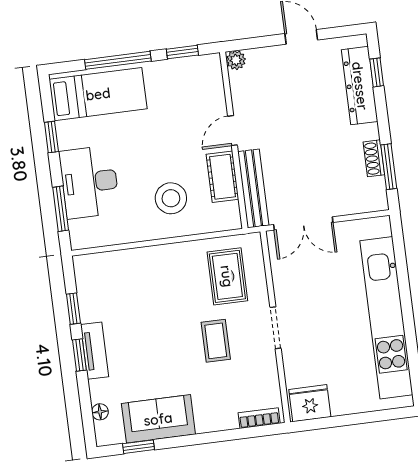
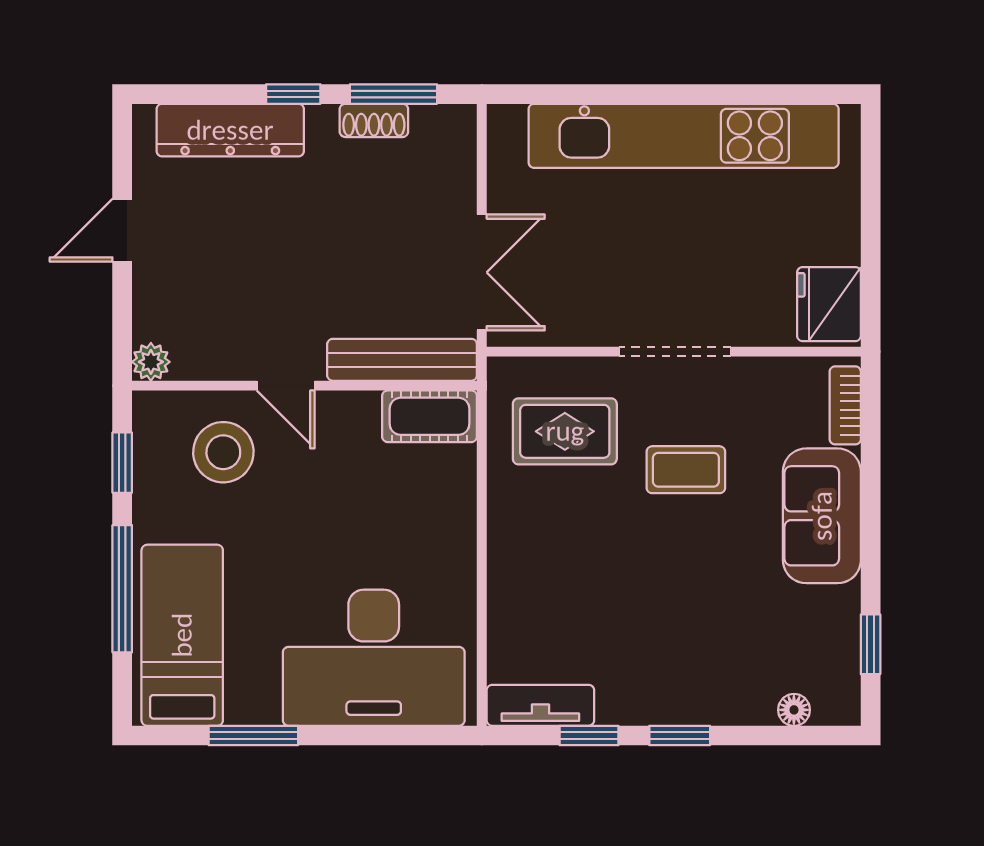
window: (377, 72) -> (293, 94), moved
window: (51, 137) -> (253, 736), width x1.50
cot: (222, 177) -> (430, 416), moved
desk: (89, 182) -> (374, 658), width x1.36, depth x1.30
stool: (171, 198) -> (223, 452), moved
window: (61, 209) -> (394, 736), removed
doorway: (275, 328) -> (675, 352), width x1.38
tv unit: (95, 351) -> (540, 705), moved
sofa: (158, 419) -> (822, 516), moved

